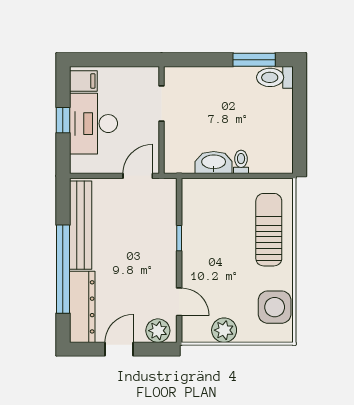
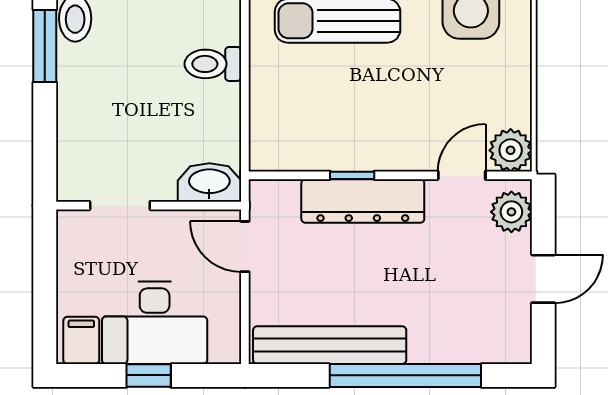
toilet: (241, 162) -> (213, 64), width x1.37, depth x1.39
washbasin: (214, 163) -> (209, 182), moved, turned 90
dresser: (82, 307) -> (363, 201), moved, turned 180
plant: (224, 330) -> (511, 150), moved
door: (119, 349) -> (543, 279), swing flipped

